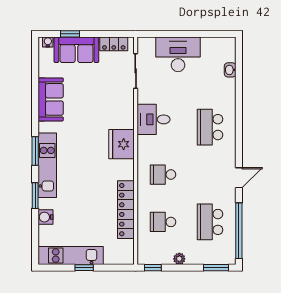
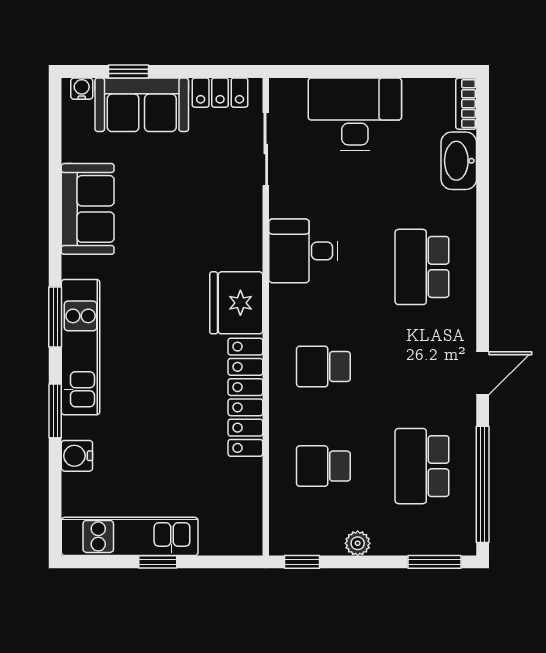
bookcase: (231, 49) -> (466, 104), added
washbasin: (230, 70) -> (459, 161), width x1.91, depth x1.45
locker: (126, 210) -> (245, 397), moved

